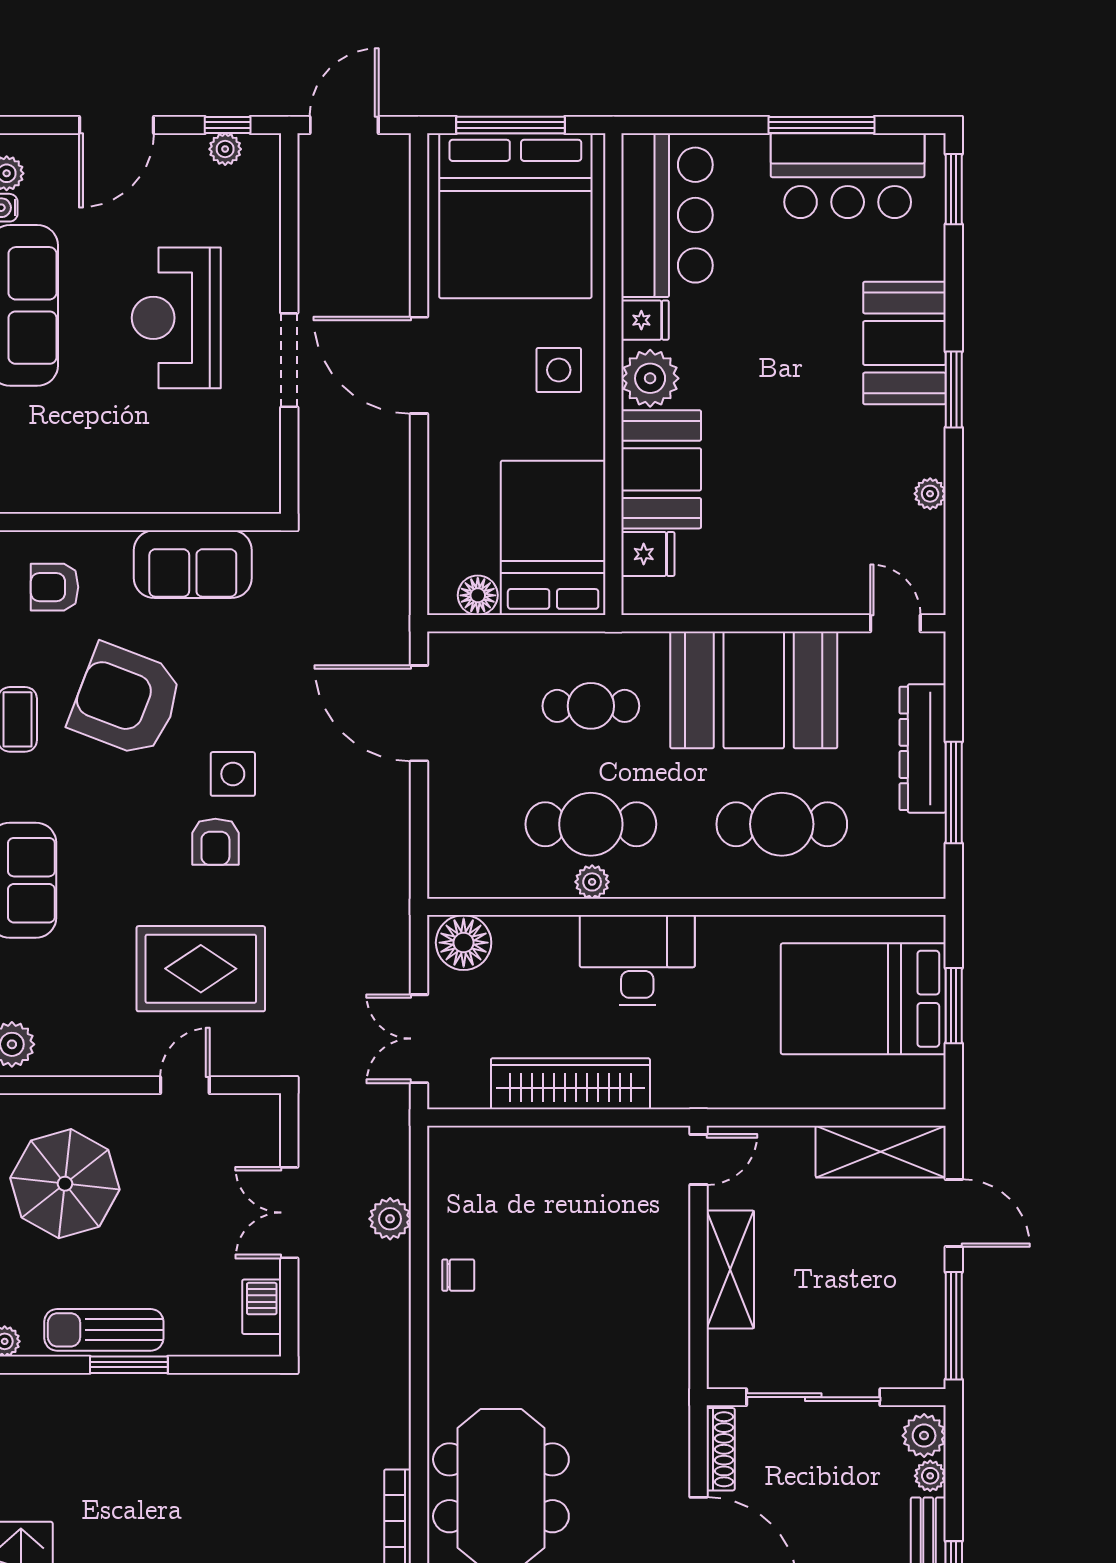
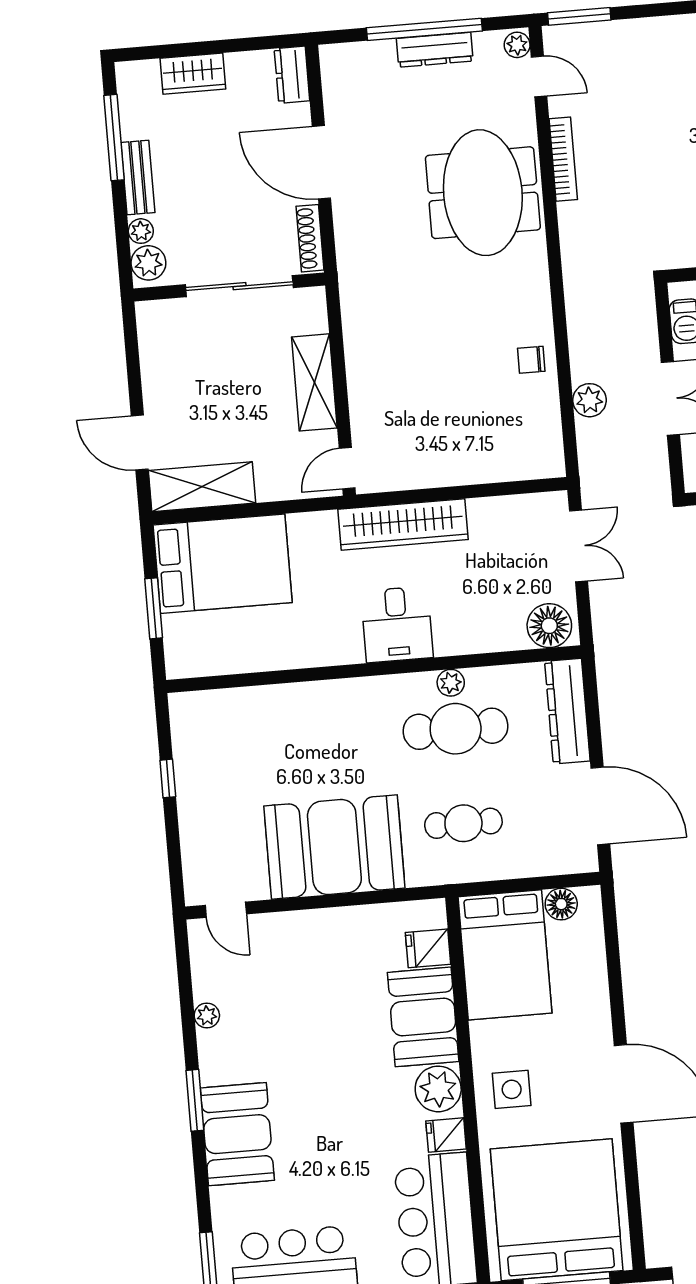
dresser: (923, 748) -> (567, 711), moved, turned 180
window: (954, 793) -> (168, 778), width x0.46
cafe table: (782, 824) -> (303, 742), removed
desk: (637, 960) -> (397, 624), width x0.73
bed: (863, 999) -> (223, 564), moved
wardrobe: (570, 1084) -> (403, 524), moved
window: (954, 1326) -> (132, 352), removed

